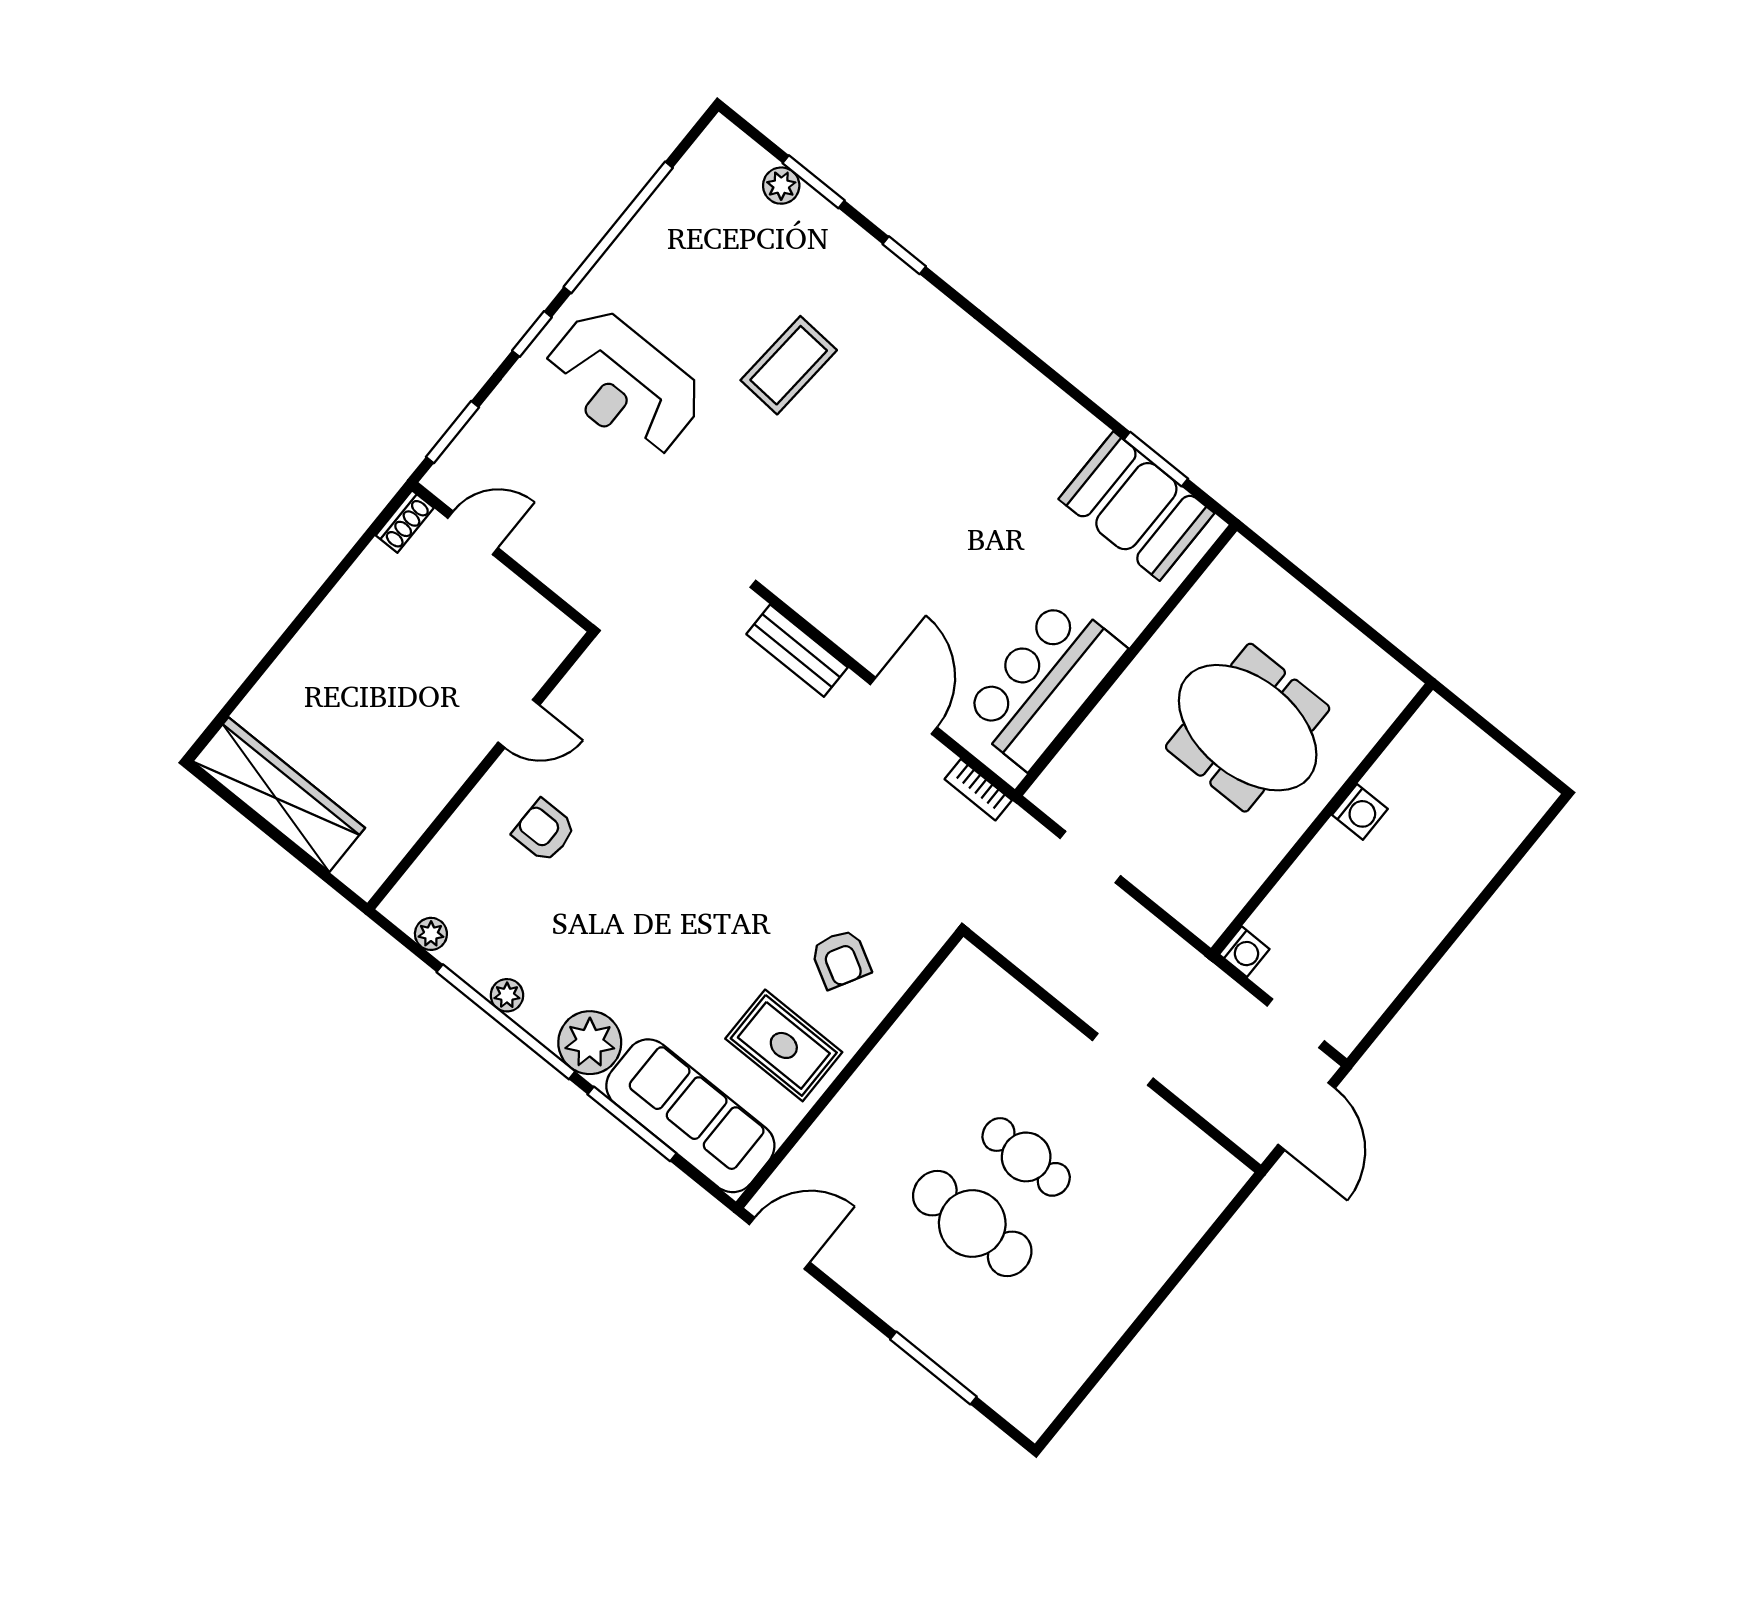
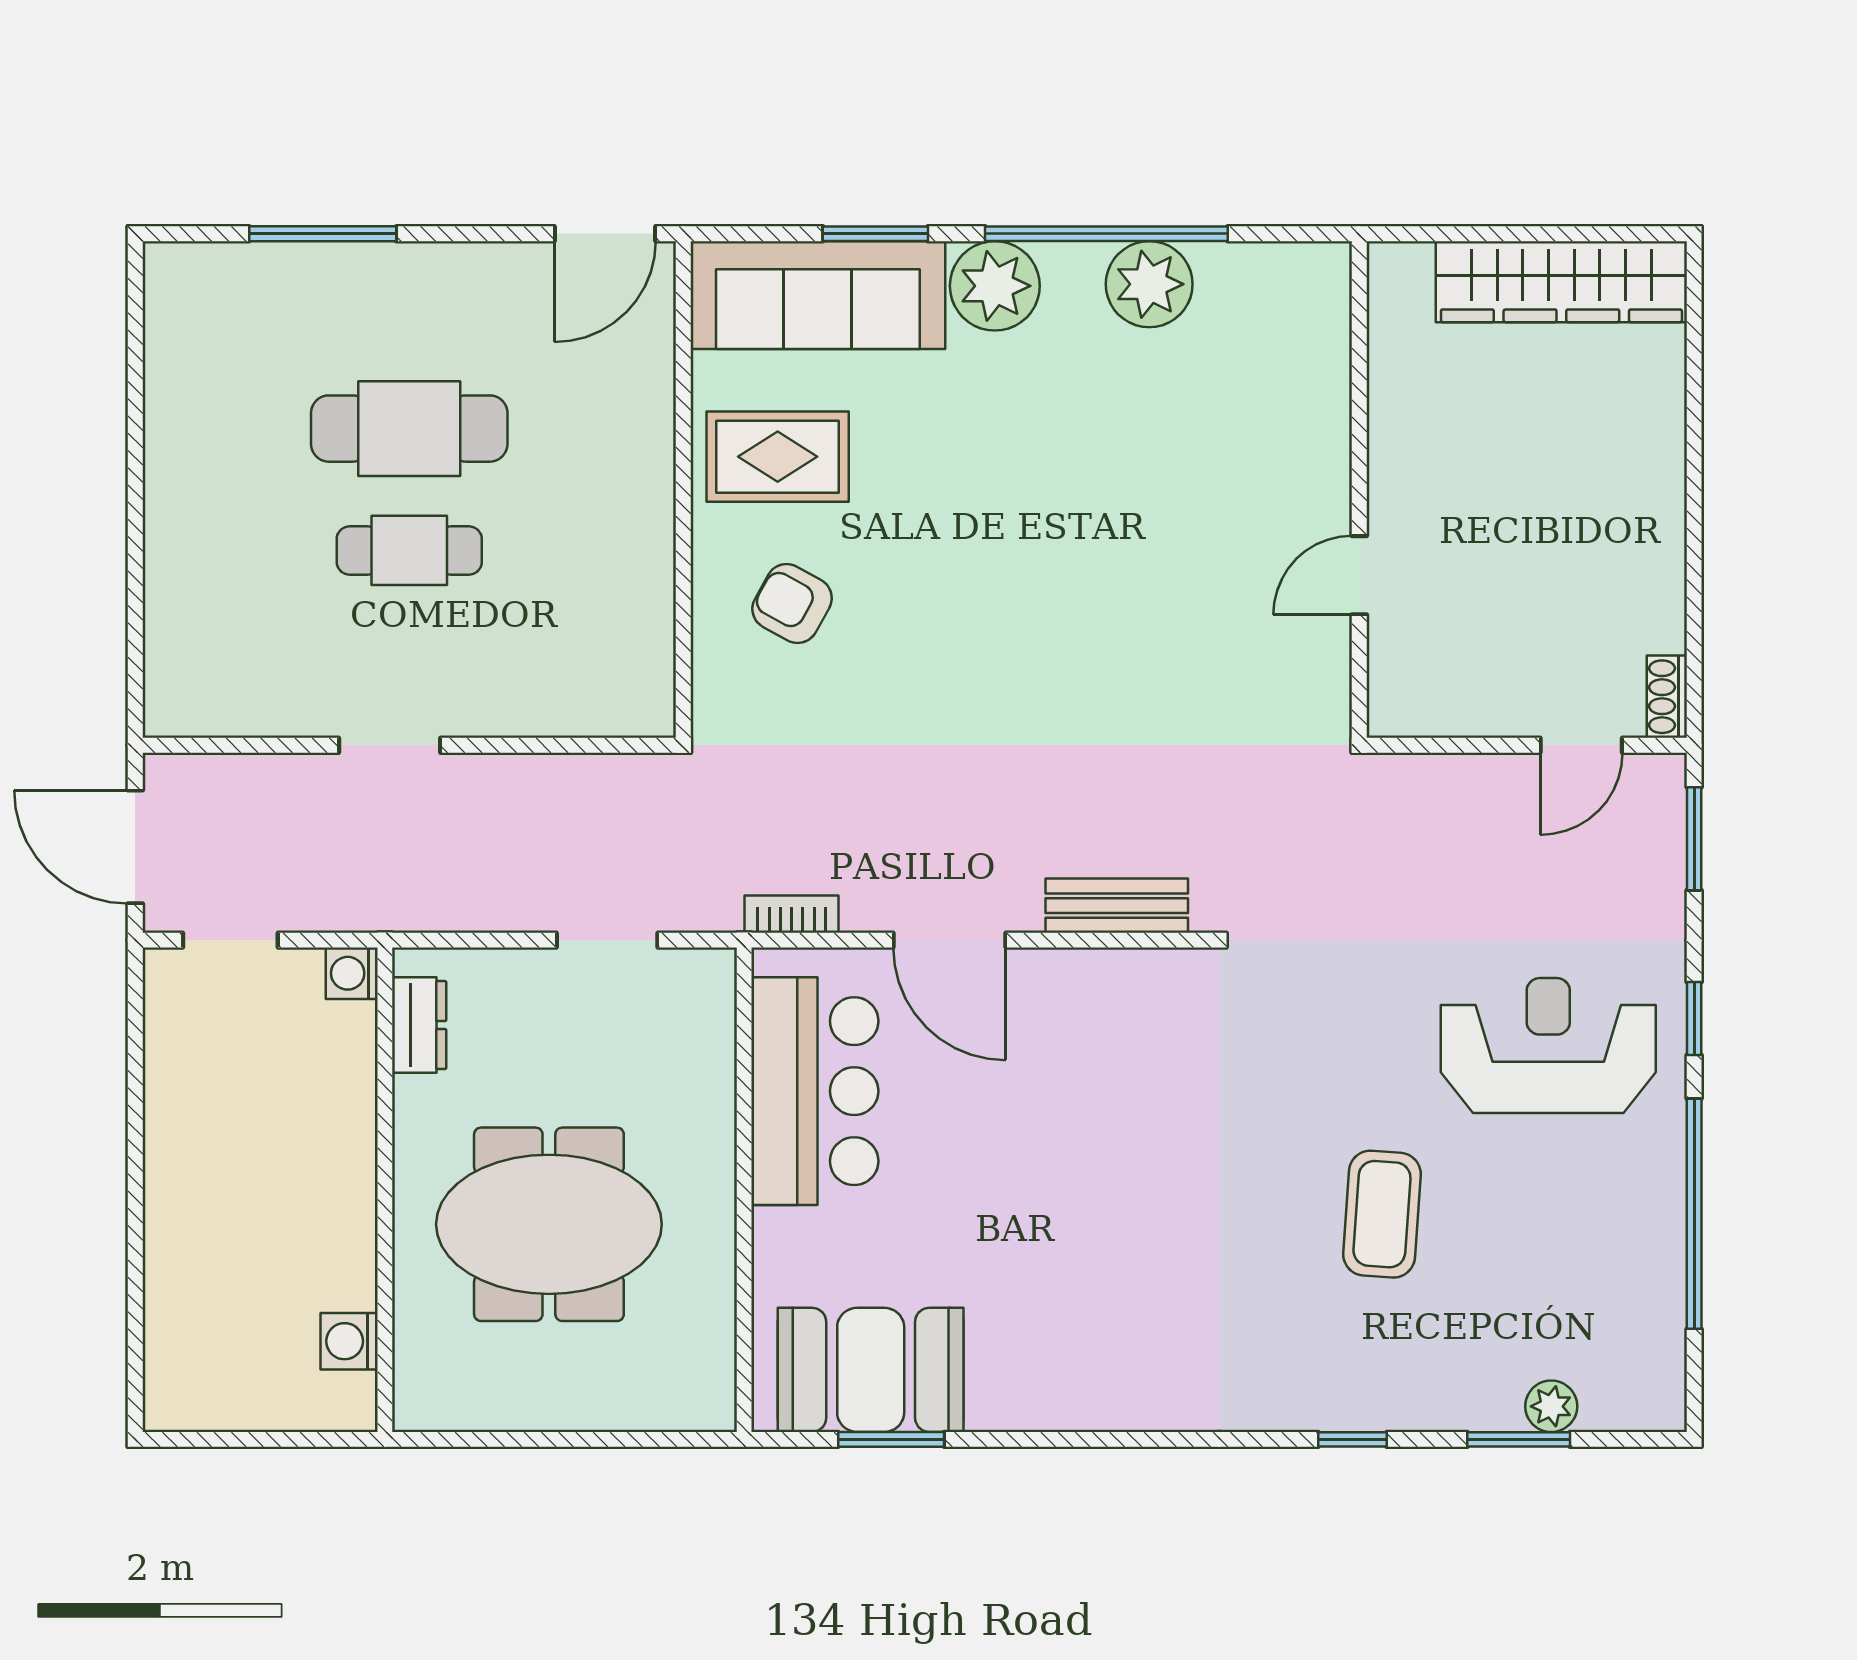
washing machine: (1360, 812) -> (349, 1341), moved
armchair: (544, 831) -> (1235, 480), removed
dresser: (1230, 894) -> (419, 1025), added
plant: (431, 934) -> (1268, 264), removed
plant: (507, 995) -> (1149, 284), width x1.88, depth x1.88
window: (632, 1124) -> (875, 234), width x0.69

